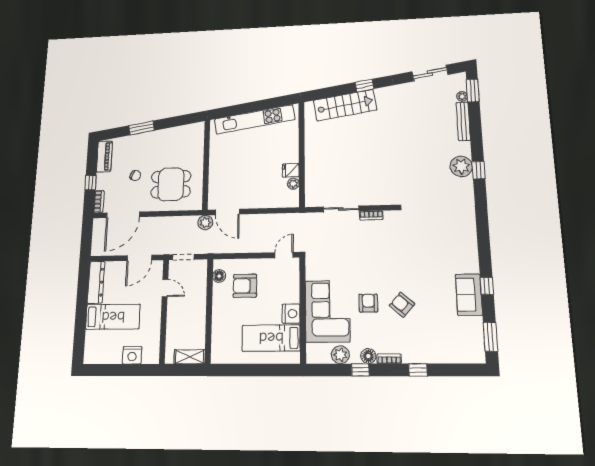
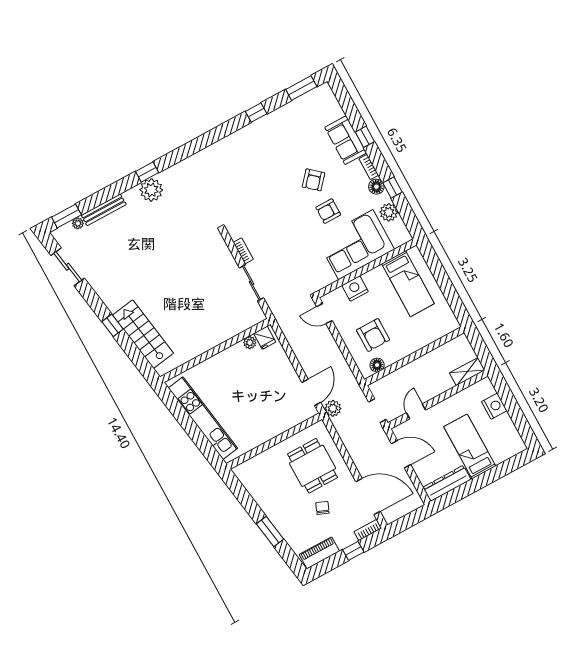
fridge: (291, 170) -> (265, 338), moved
sofa: (469, 295) -> (346, 140), moved, turned 90
nightstand: (291, 314) -> (355, 288), moved
shelving: (190, 357) -> (467, 372), moved, turned 90

